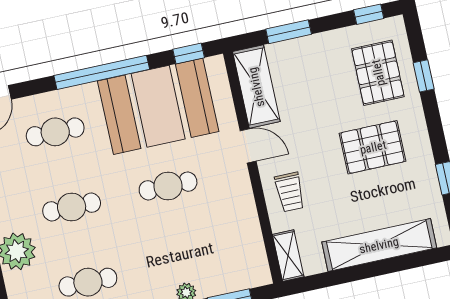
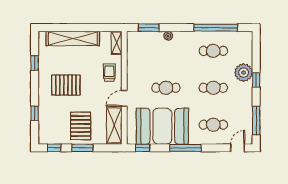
window: (289, 32) -> (82, 148), moved
window: (102, 72) -> (185, 148), width x0.68
pallet: (378, 73) -> (81, 126), moved
door: (248, 146) -> (124, 98), hinge flipped

